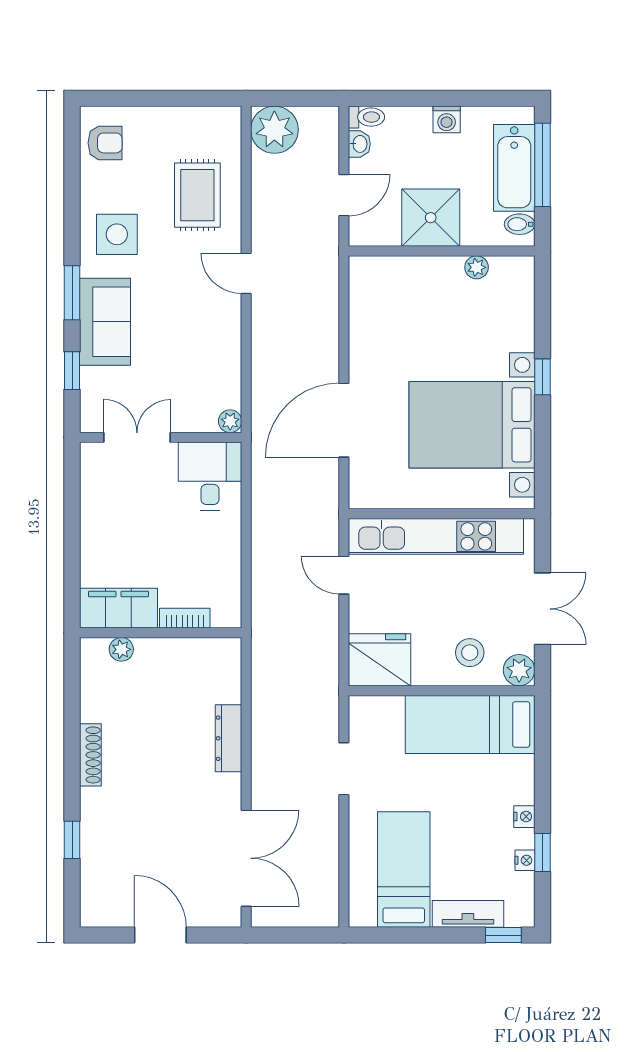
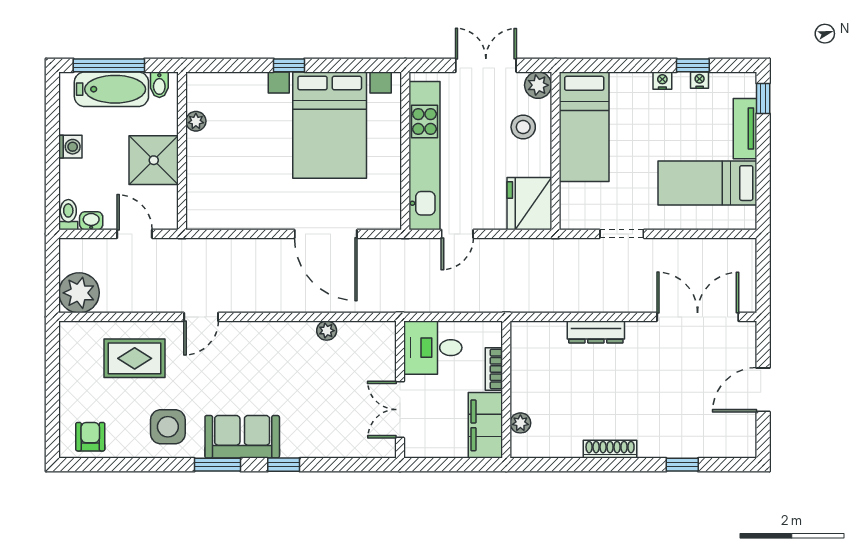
double door: (137, 437) -> (400, 410), moved
wall: (161, 437) -> (400, 390), moved
desk: (210, 476) -> (433, 348), moved

